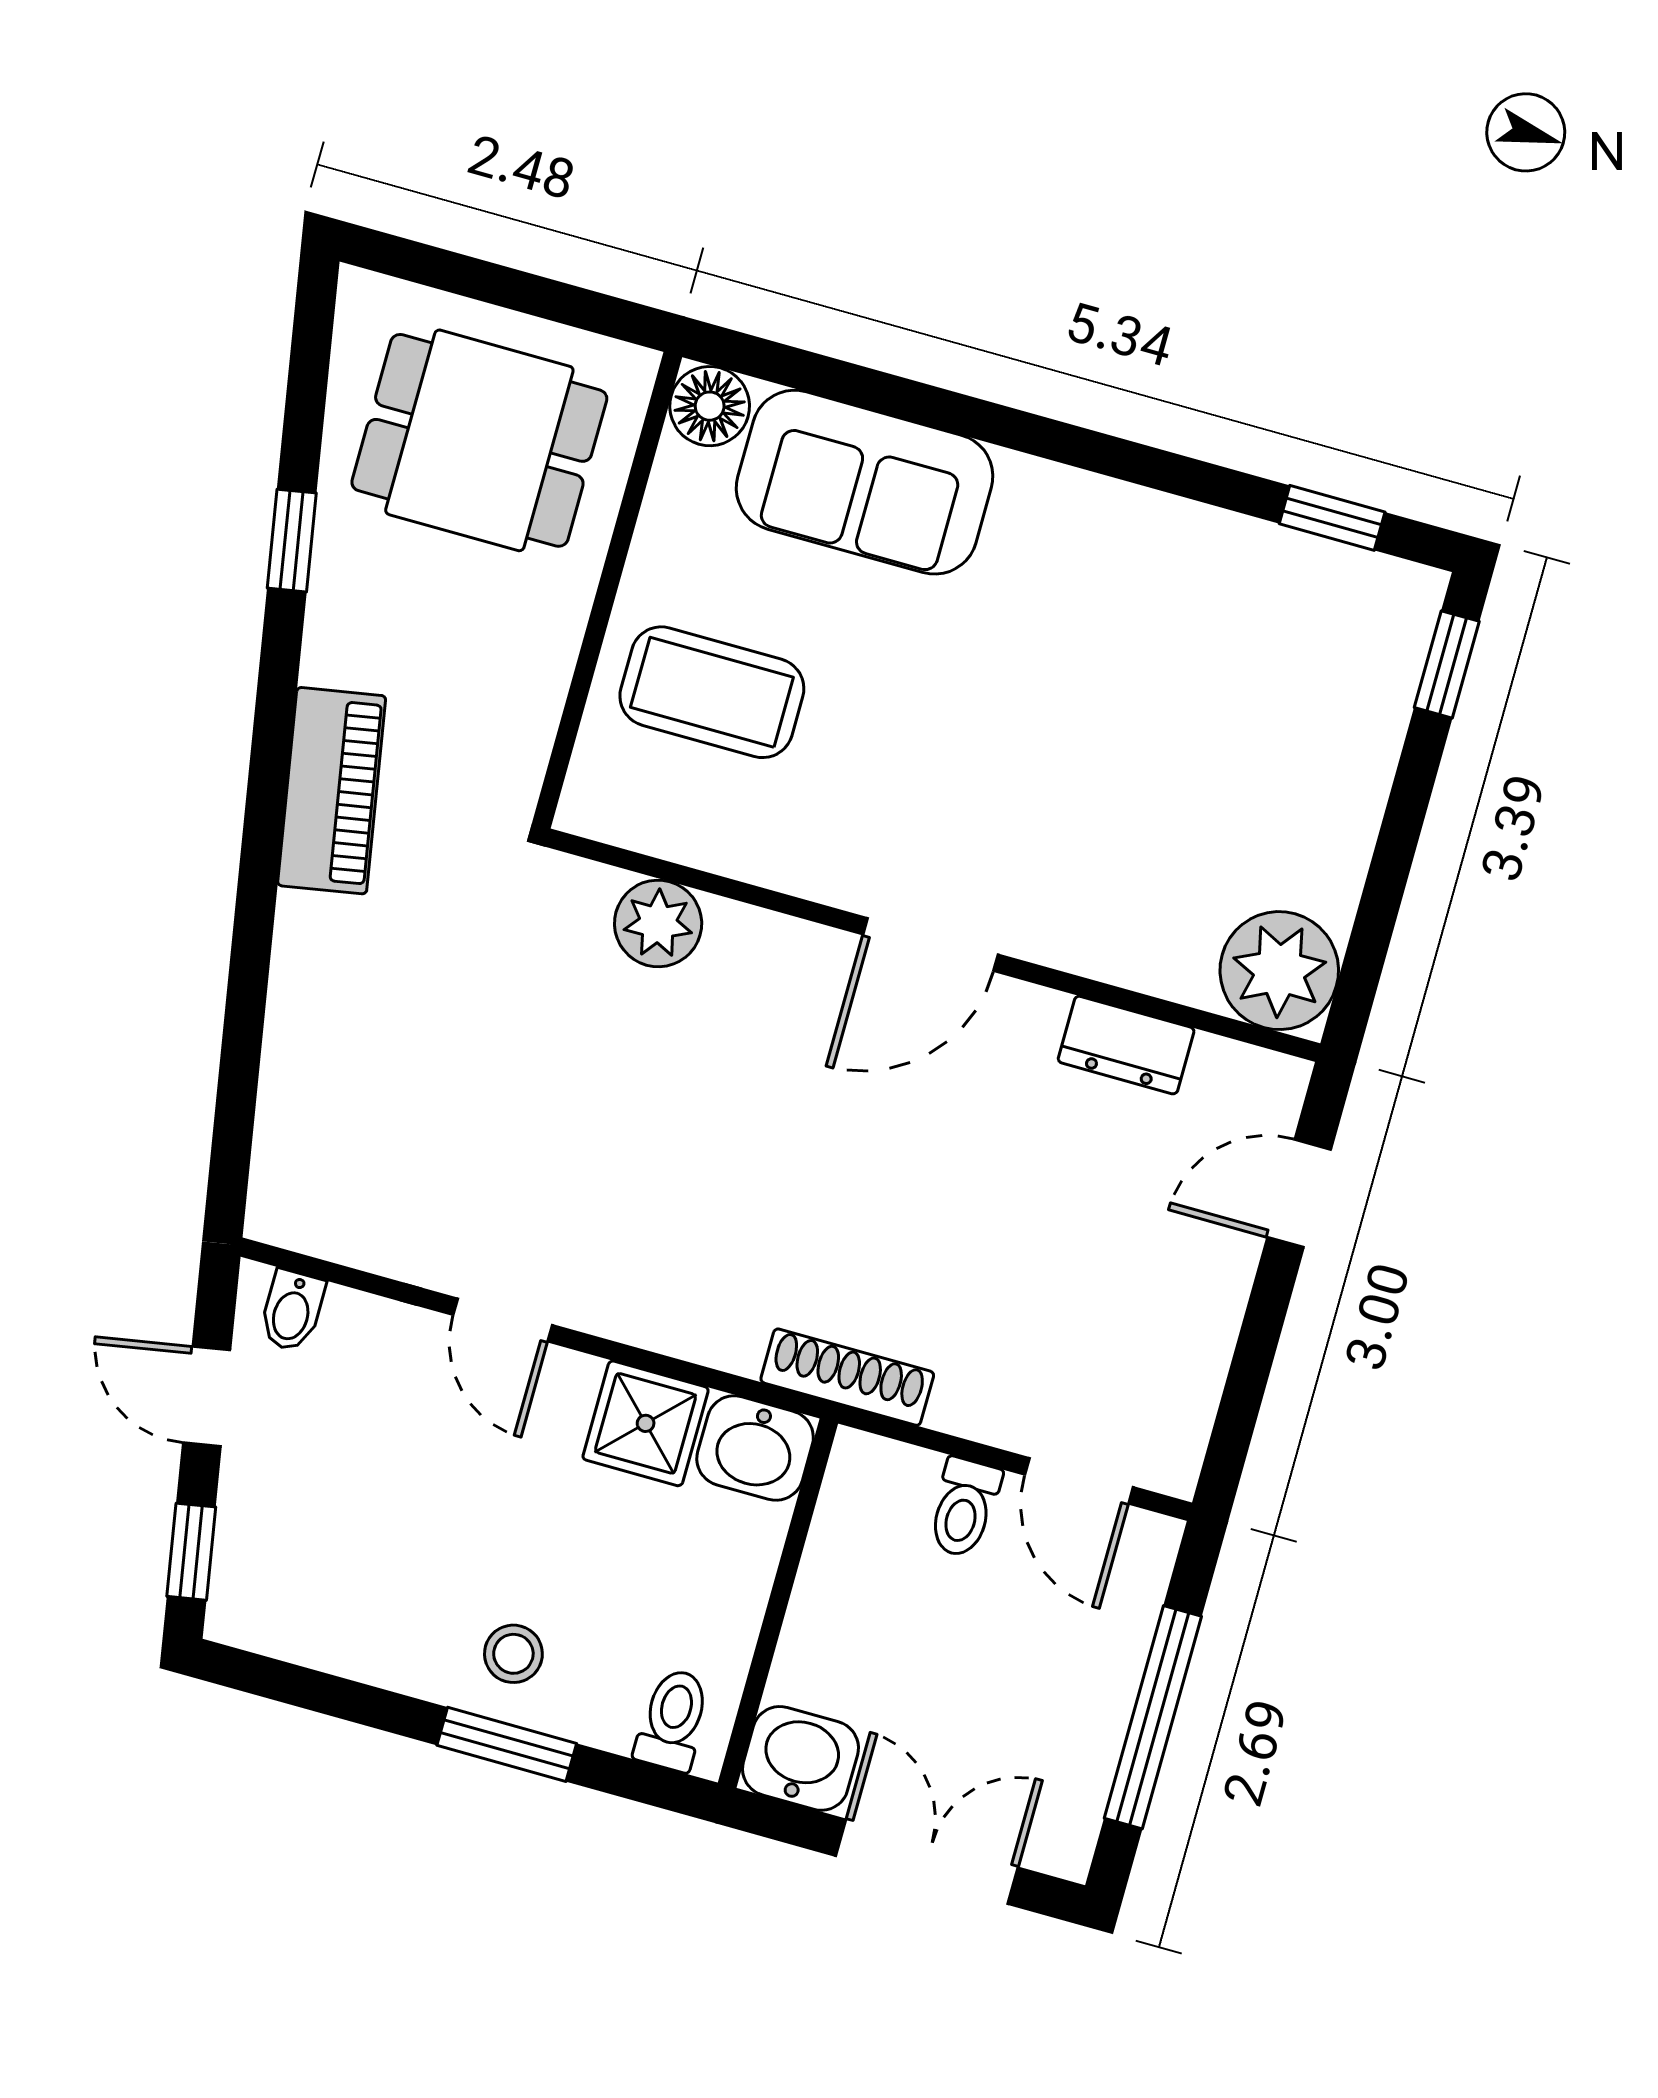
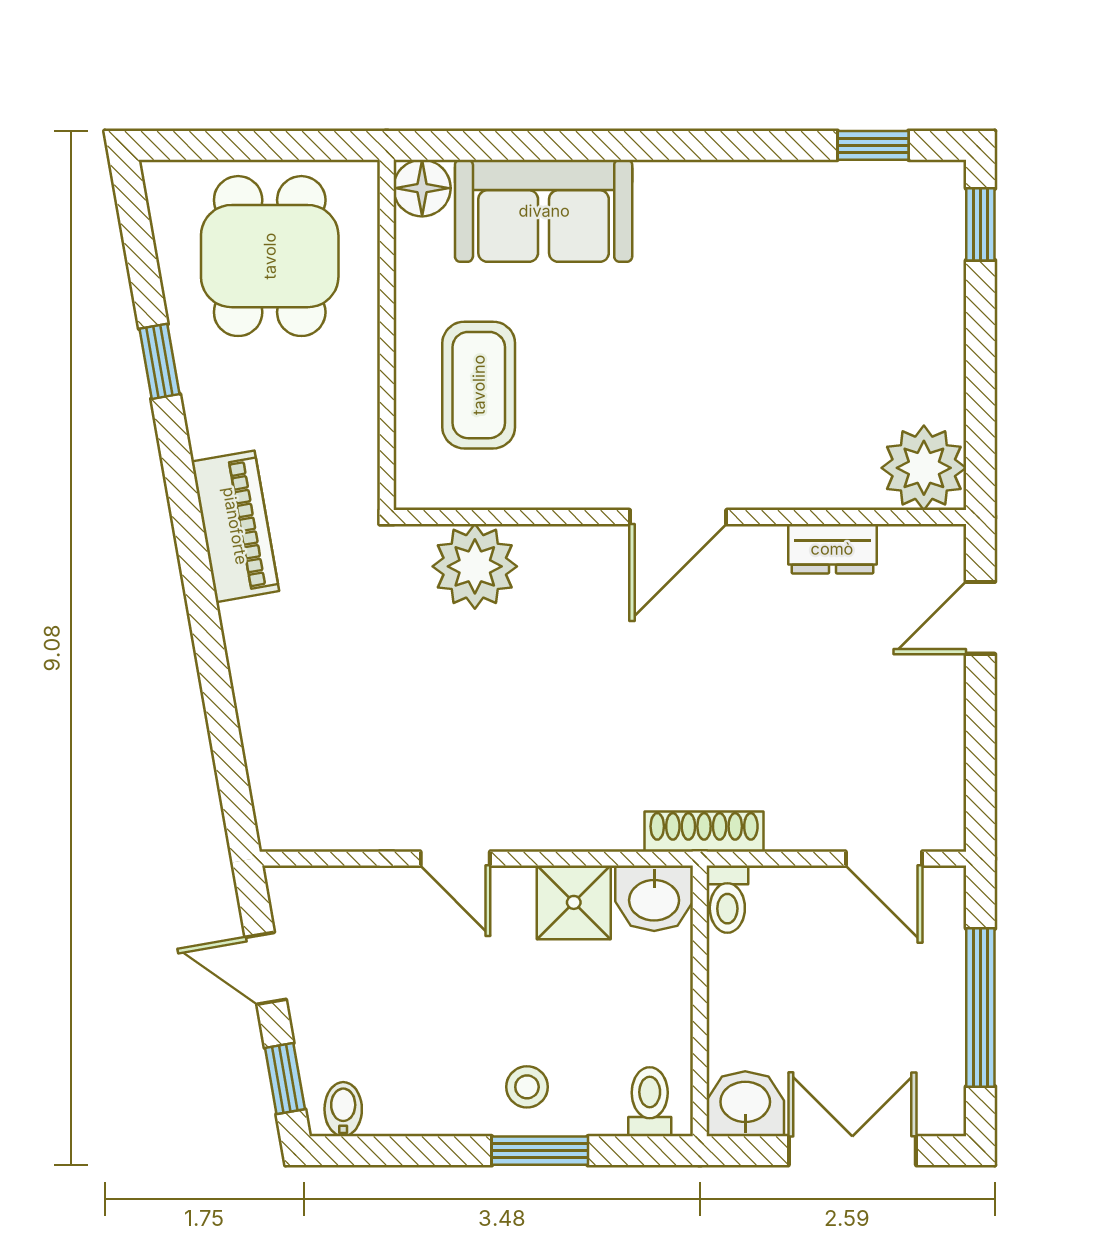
dining table: (479, 440) -> (270, 256), turned 90
coffee table: (712, 692) -> (479, 385), turned 90
plant: (658, 923) -> (475, 566), width x1.36, depth x1.36
bidet: (292, 1311) -> (343, 1109), moved, turned 180
toilet: (964, 1508) -> (727, 899), moved

